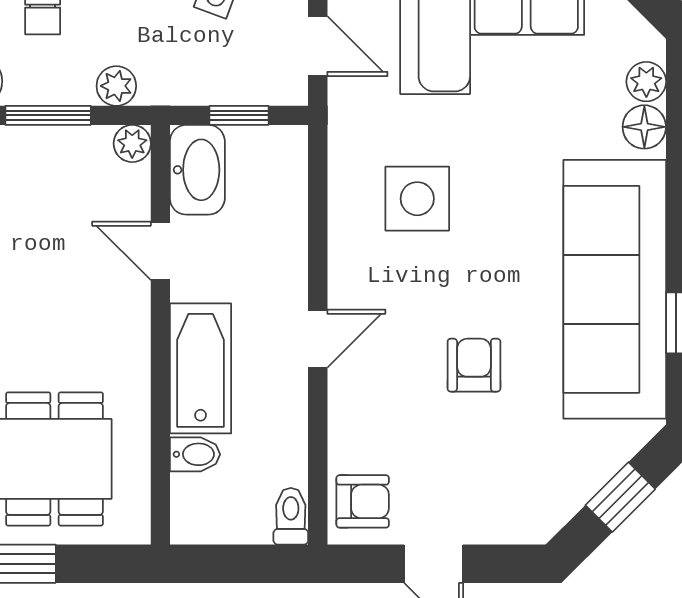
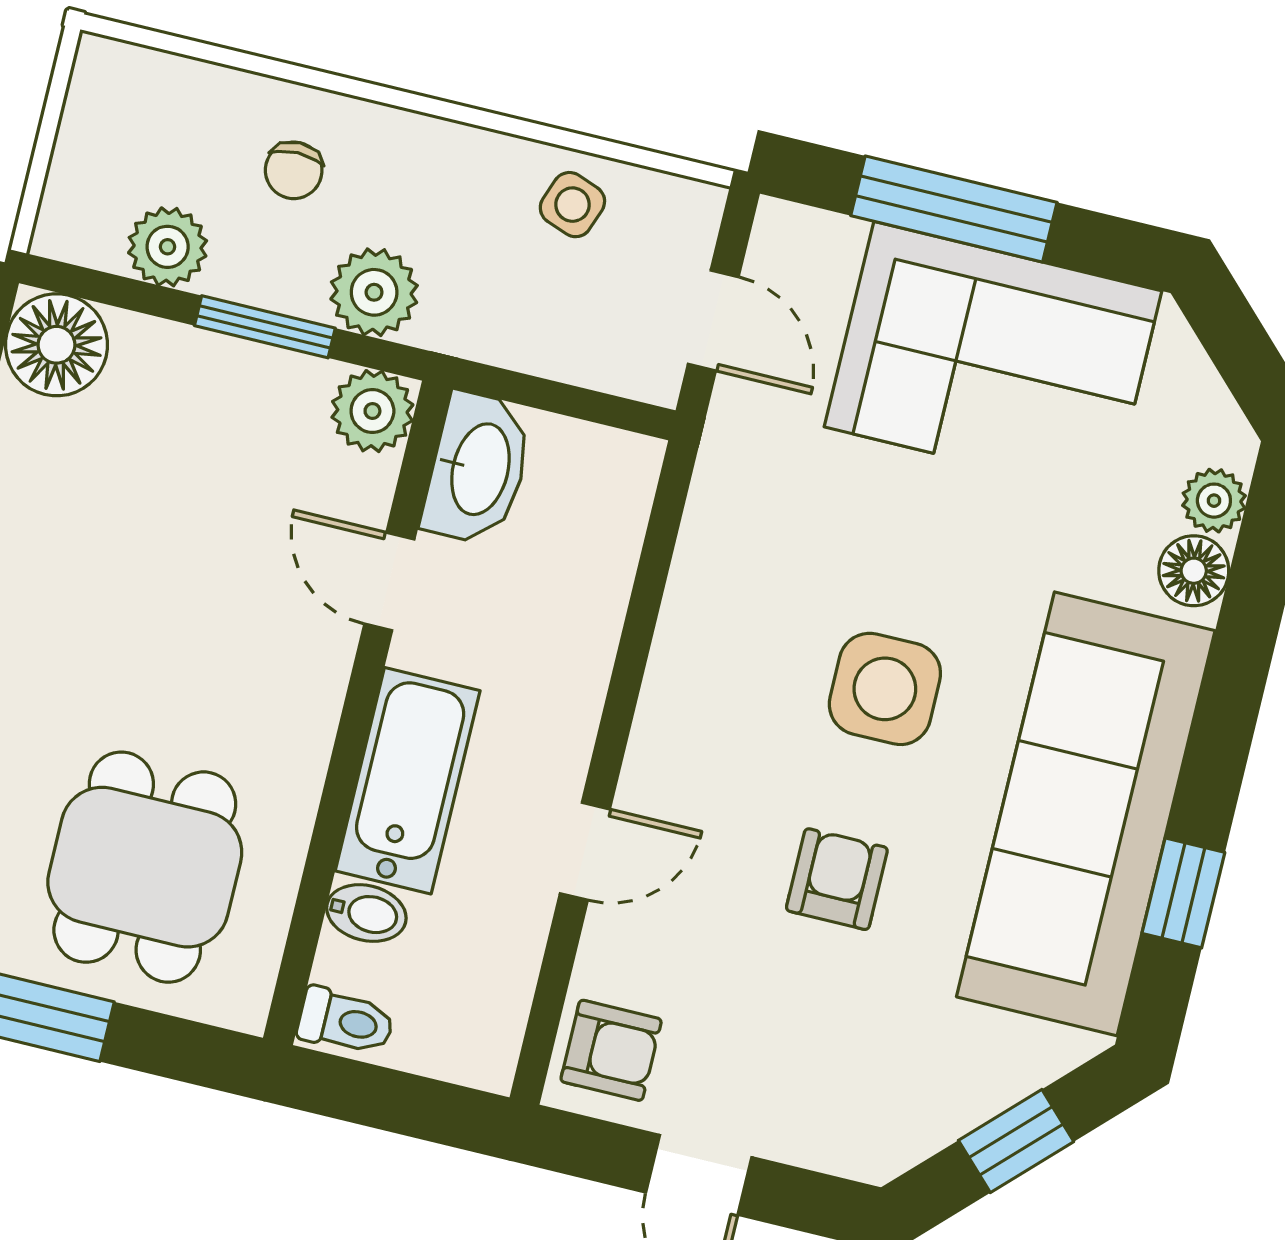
plant: (116, 86) -> (374, 292), width x1.38, depth x1.38
window: (239, 115) -> (564, 399), removed
plant: (132, 143) -> (372, 411), width x1.38, depth x1.38
side table: (417, 199) -> (885, 689), moved
door: (318, 339) -> (585, 851), moved
toilet: (291, 516) -> (346, 1021), moved, turned 90

